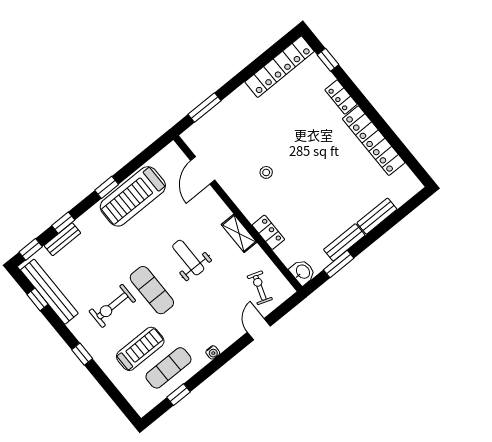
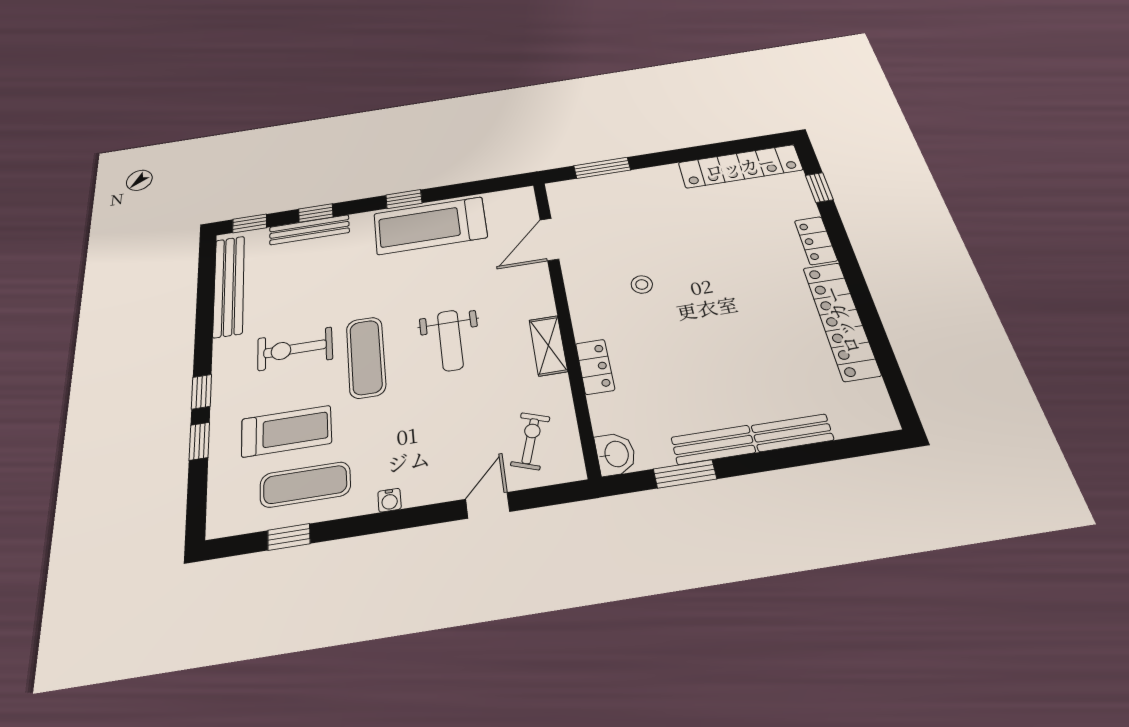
bench: (62, 239) -> (309, 230), width x1.36
weight bench: (188, 258) -> (450, 340), turned 180
window: (37, 299) -> (199, 441), moved

